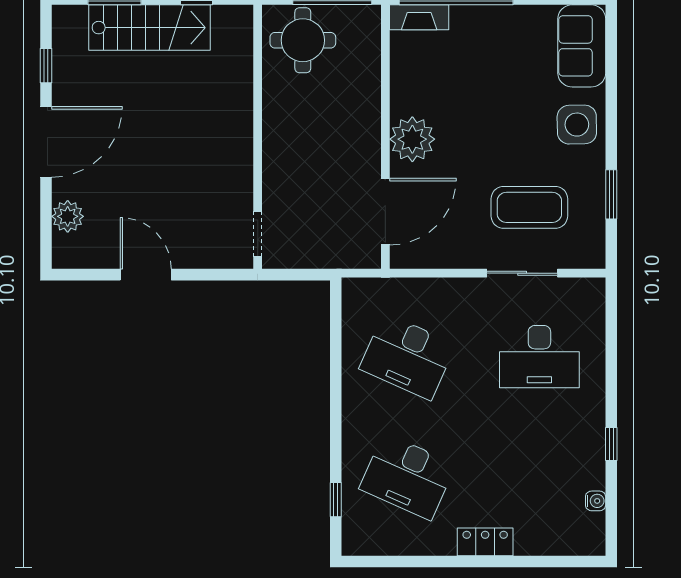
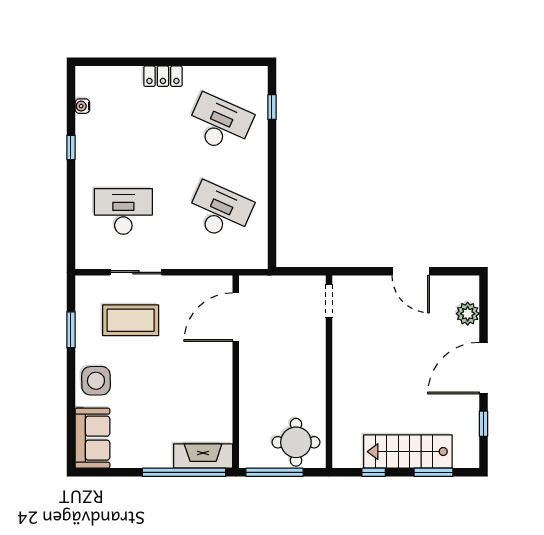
fireplace: (419, 17) -> (203, 456), width x1.37, depth x1.32
plant: (412, 139) -> (216, 370), removed

